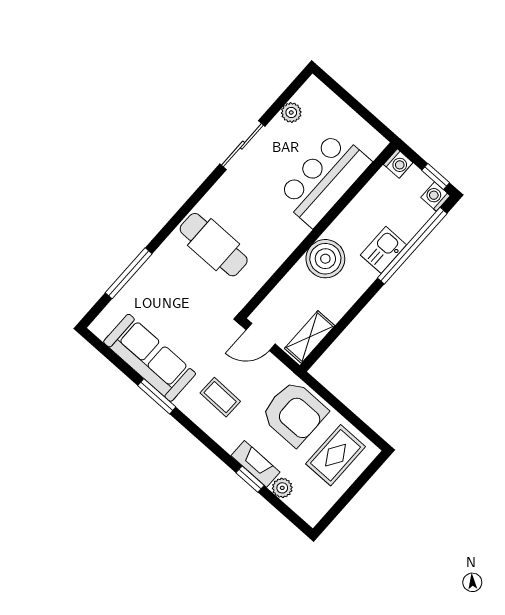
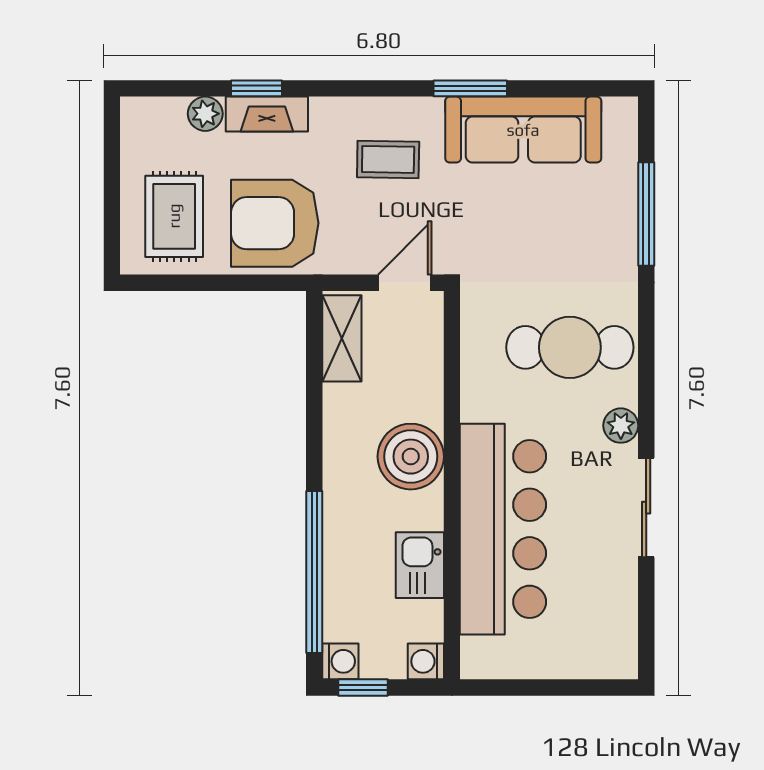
plant: (291, 113) -> (621, 426), moved
bar counter: (324, 179) -> (503, 529), width x1.36
kitchen sink: (383, 250) -> (420, 565), moved, turned 180

